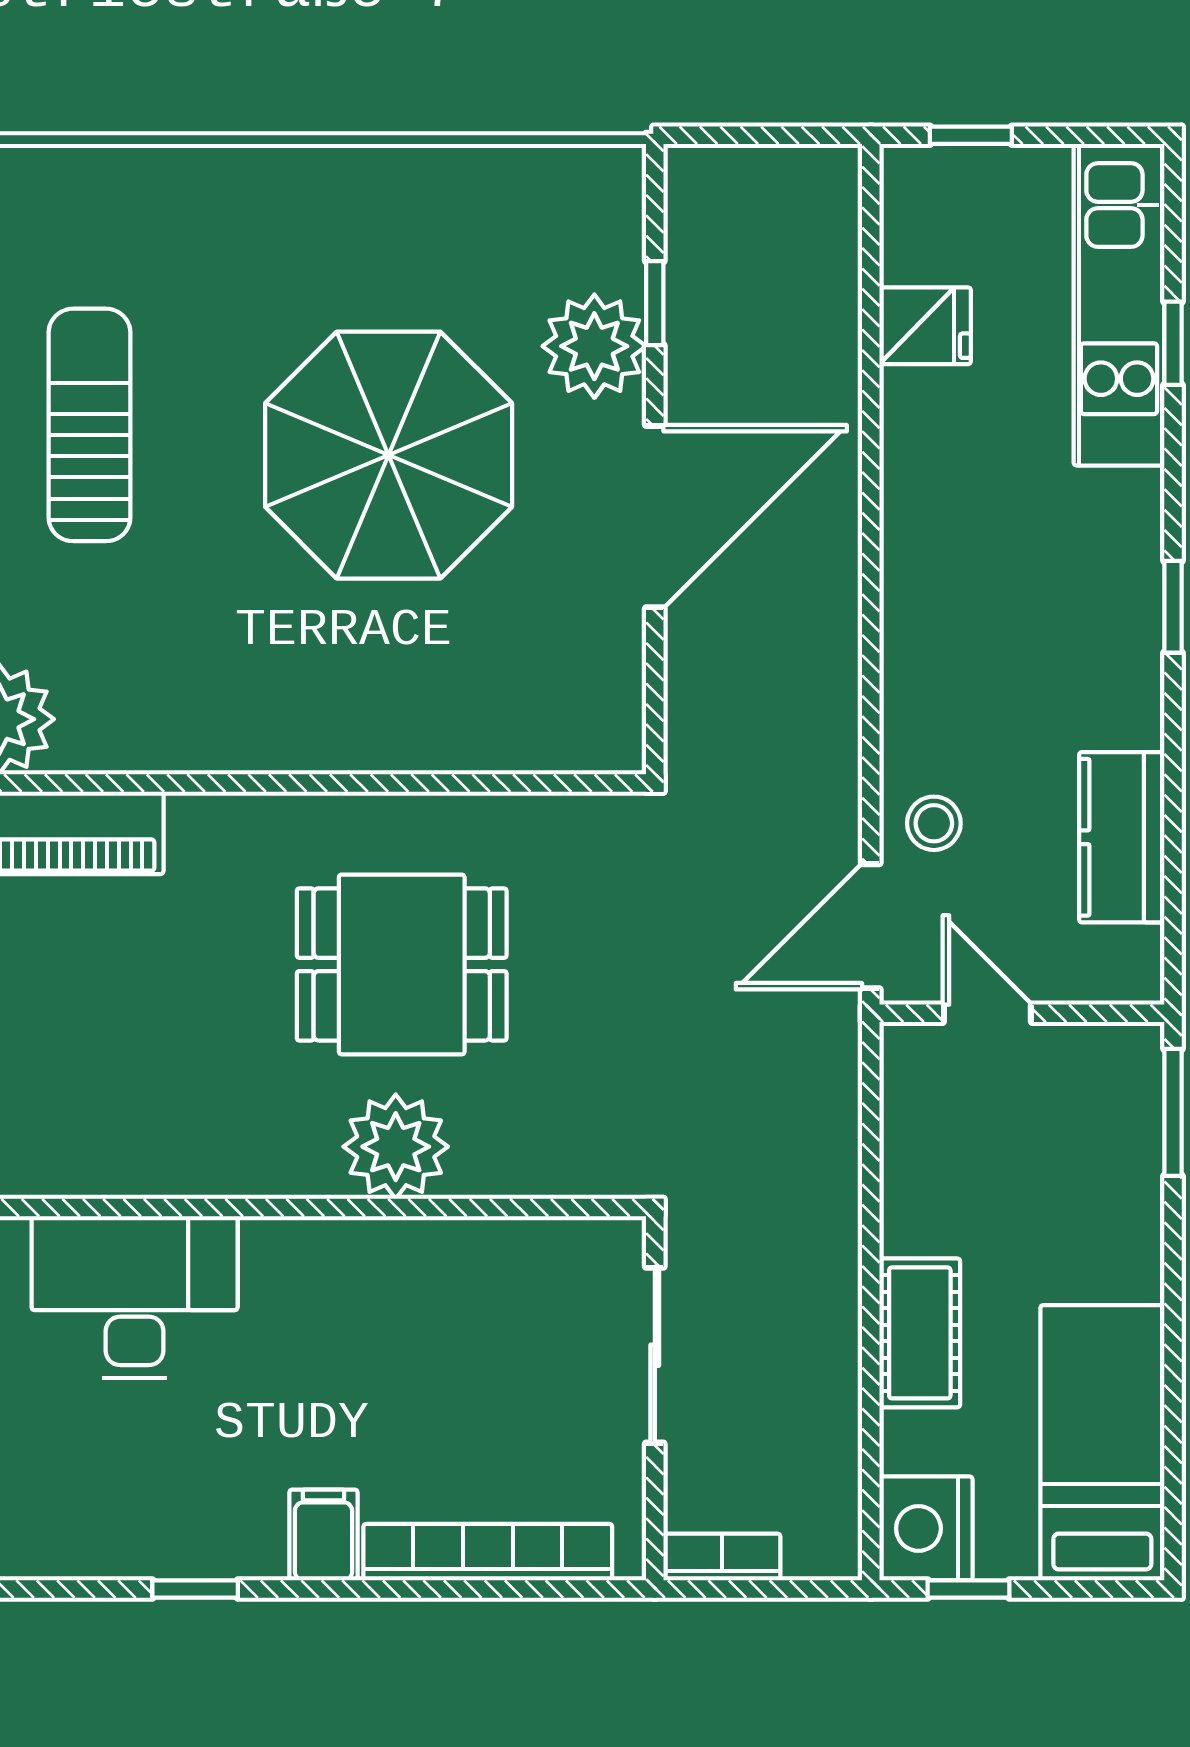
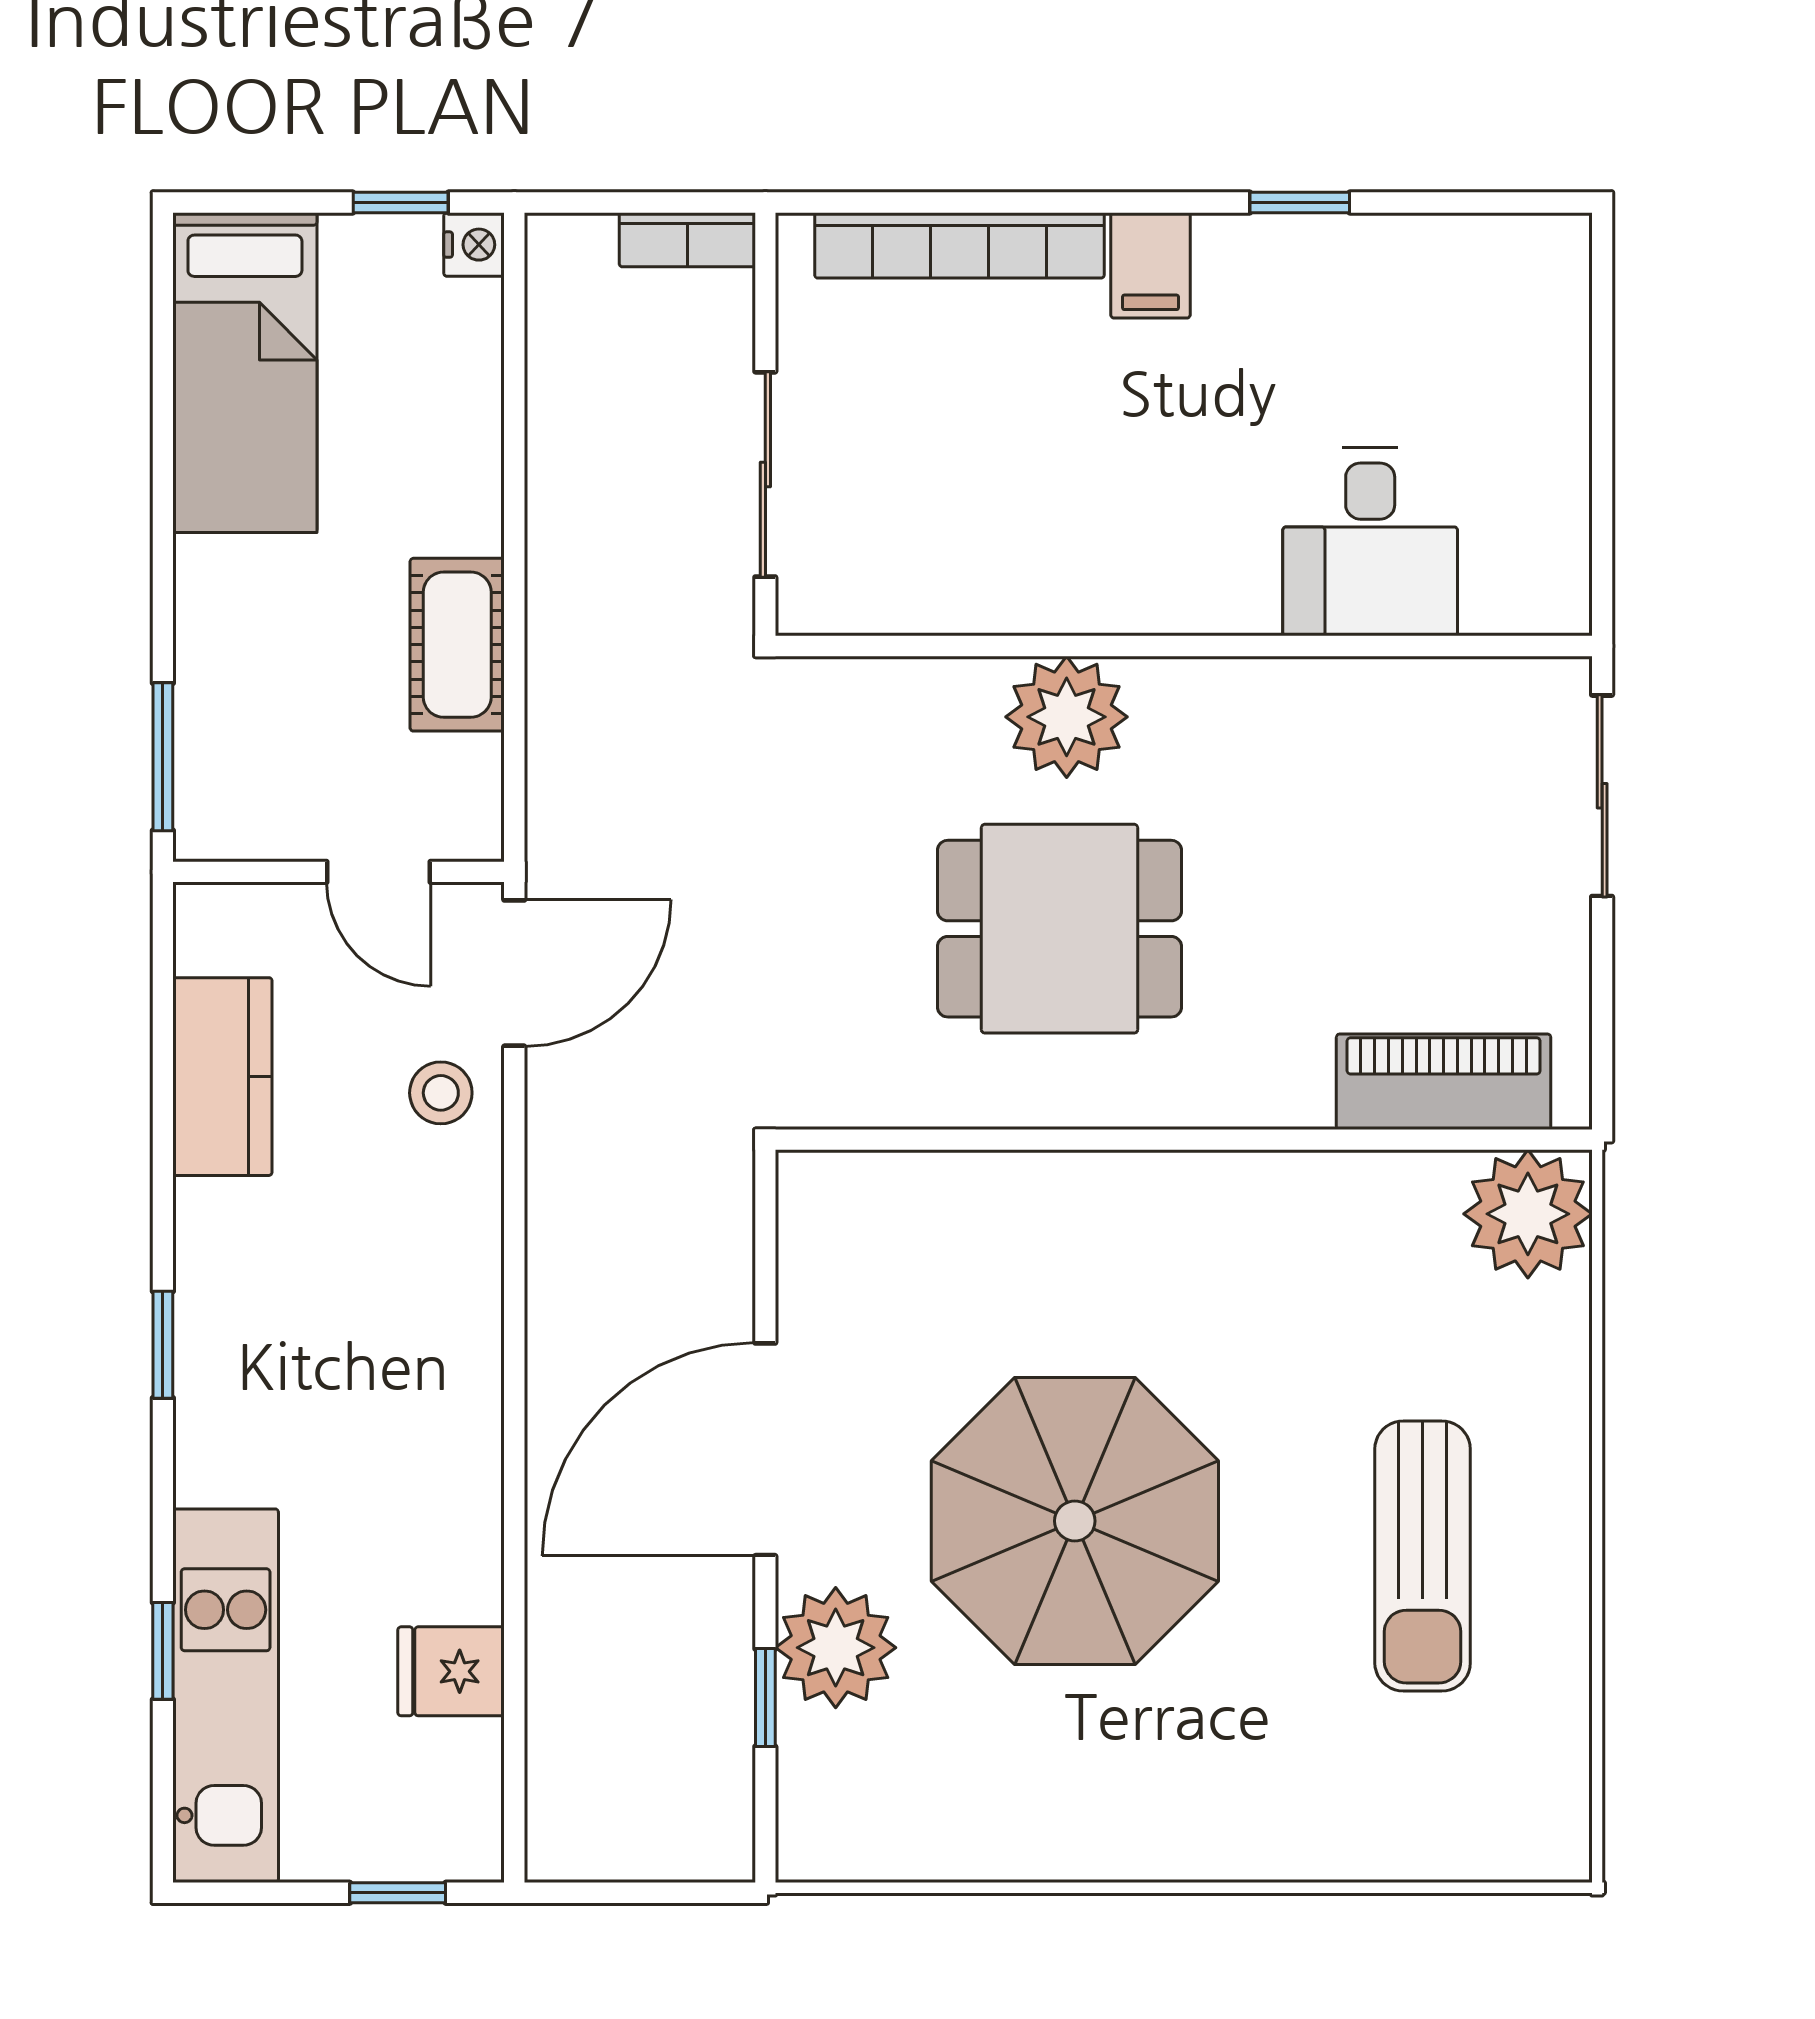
desk: (135, 1297) -> (1370, 542), width x0.73
cot: (920, 1333) -> (457, 645), moved
nightstand: (926, 1528) -> (474, 245), width x0.53, depth x0.56

